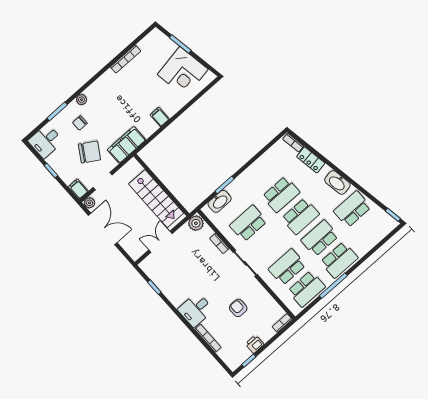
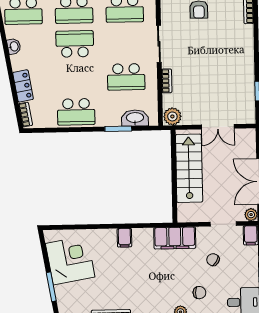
chair: (89, 152) -> (213, 260), width x0.54, depth x0.54
washbasin: (337, 183) -> (14, 46), width x0.52, depth x0.69
school desk: (281, 194) -> (76, 112), moved, turned 180
desk: (196, 310) -> (238, 40), removed

